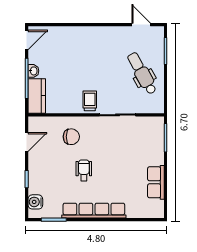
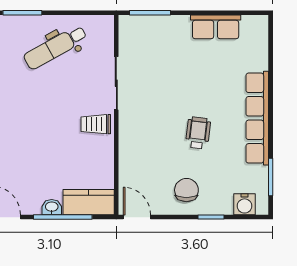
chair: (71, 137) -> (186, 190), moved
door: (27, 142) -> (137, 217), moved
wheelchair: (84, 170) -> (198, 133), turned 97

